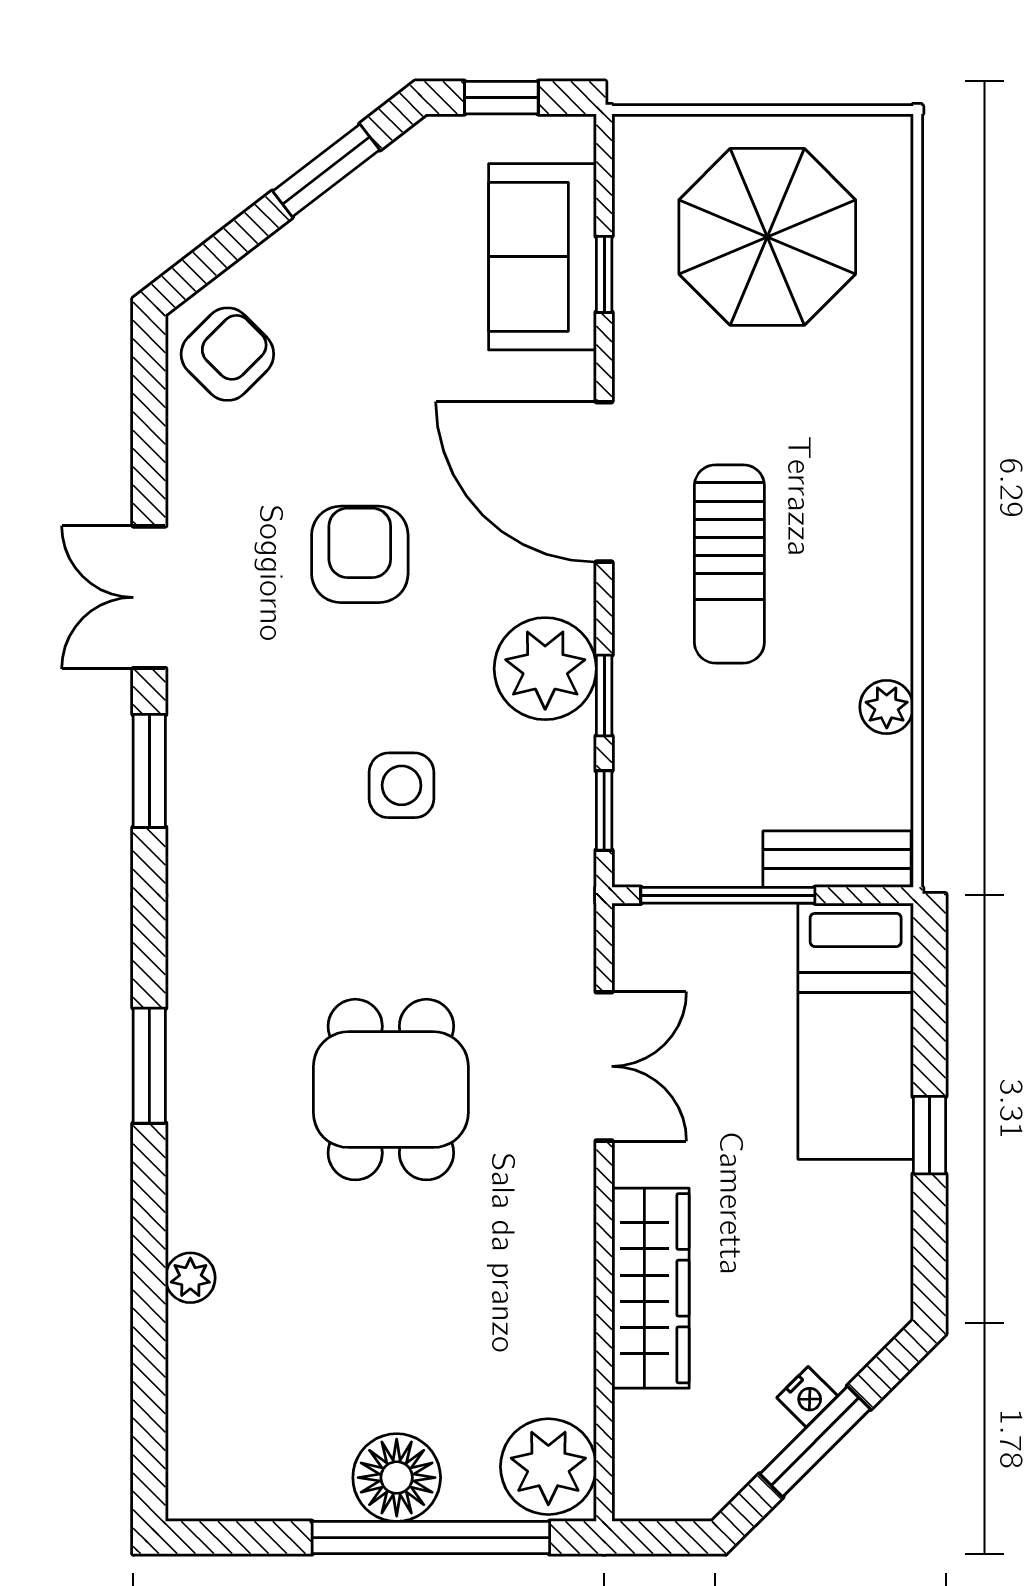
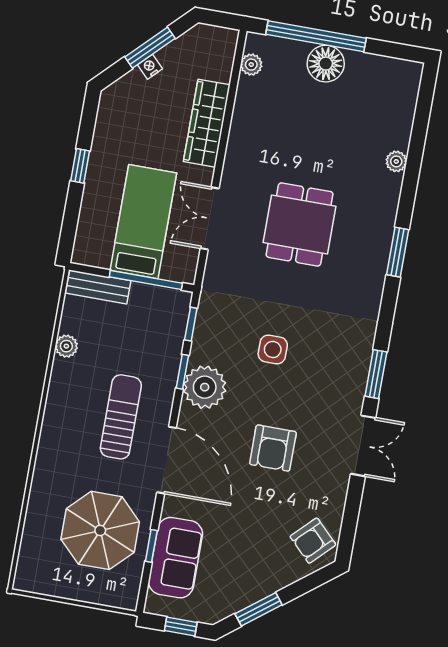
parasol: (767, 237) -> (100, 530), moved
bed: (856, 1031) -> (143, 222), moved
plant: (548, 1467) -> (251, 65), width x0.53, depth x0.53

